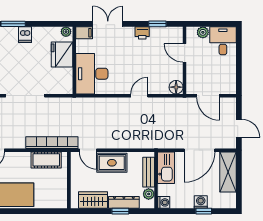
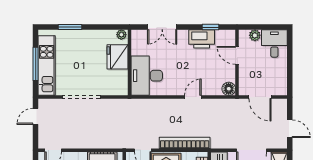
double door: (108, 24) -> (162, 27), swing flipped
filing cabinet: (84, 33) -> (139, 36), removed
printer: (142, 33) -> (202, 39), width x1.87, depth x1.48
dishwasher: (25, 35) -> (81, 38), removed
bookcase: (52, 143) -> (185, 143), moved

